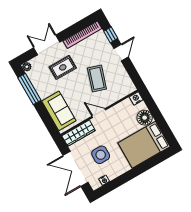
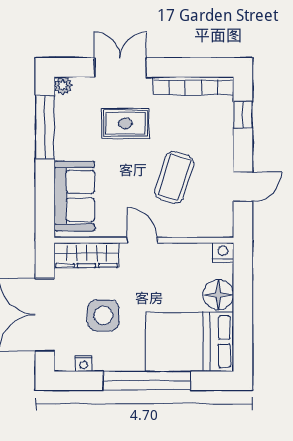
door: (121, 53) -> (243, 187), moved
window: (135, 172) -> (147, 381), added

